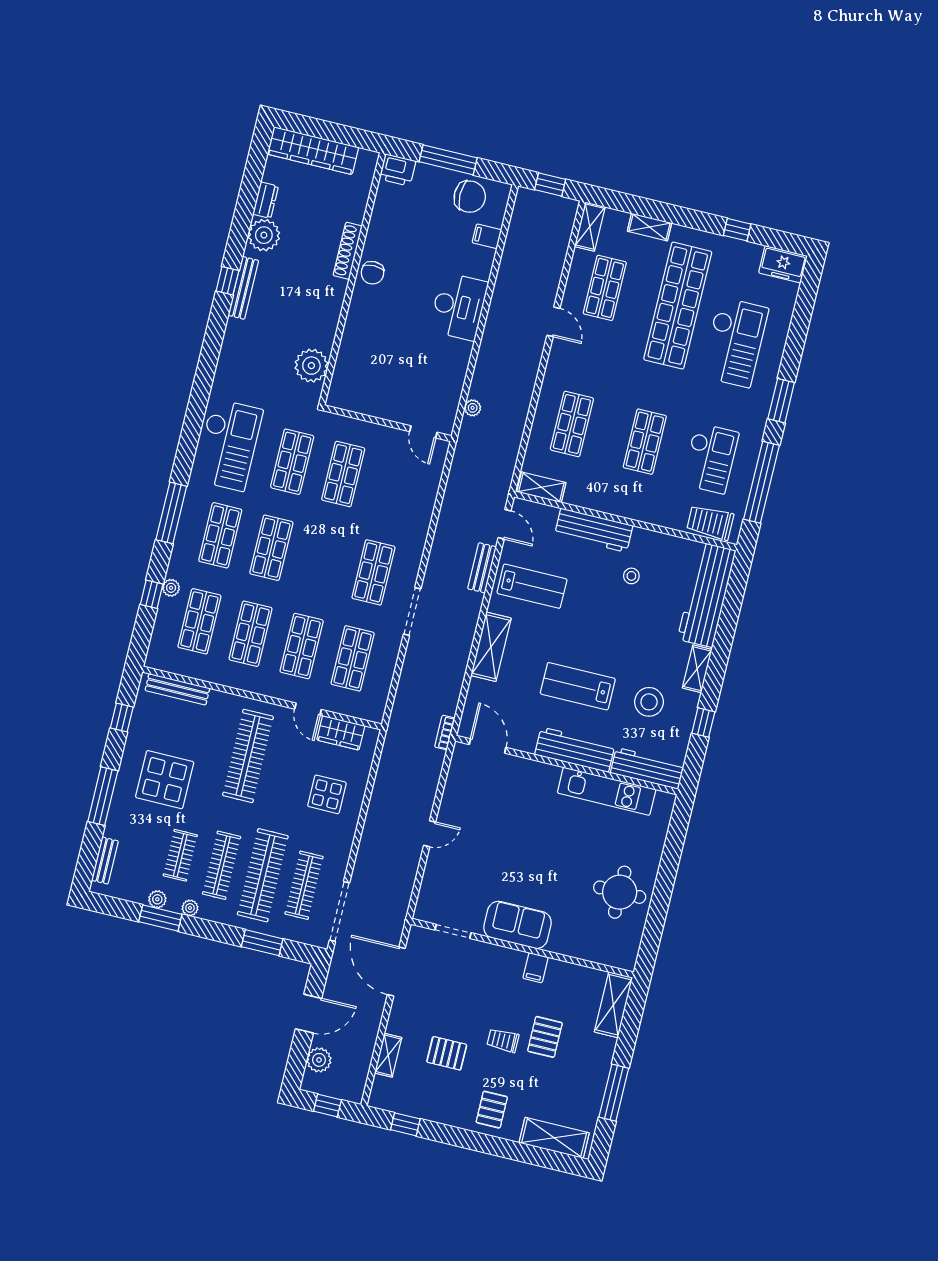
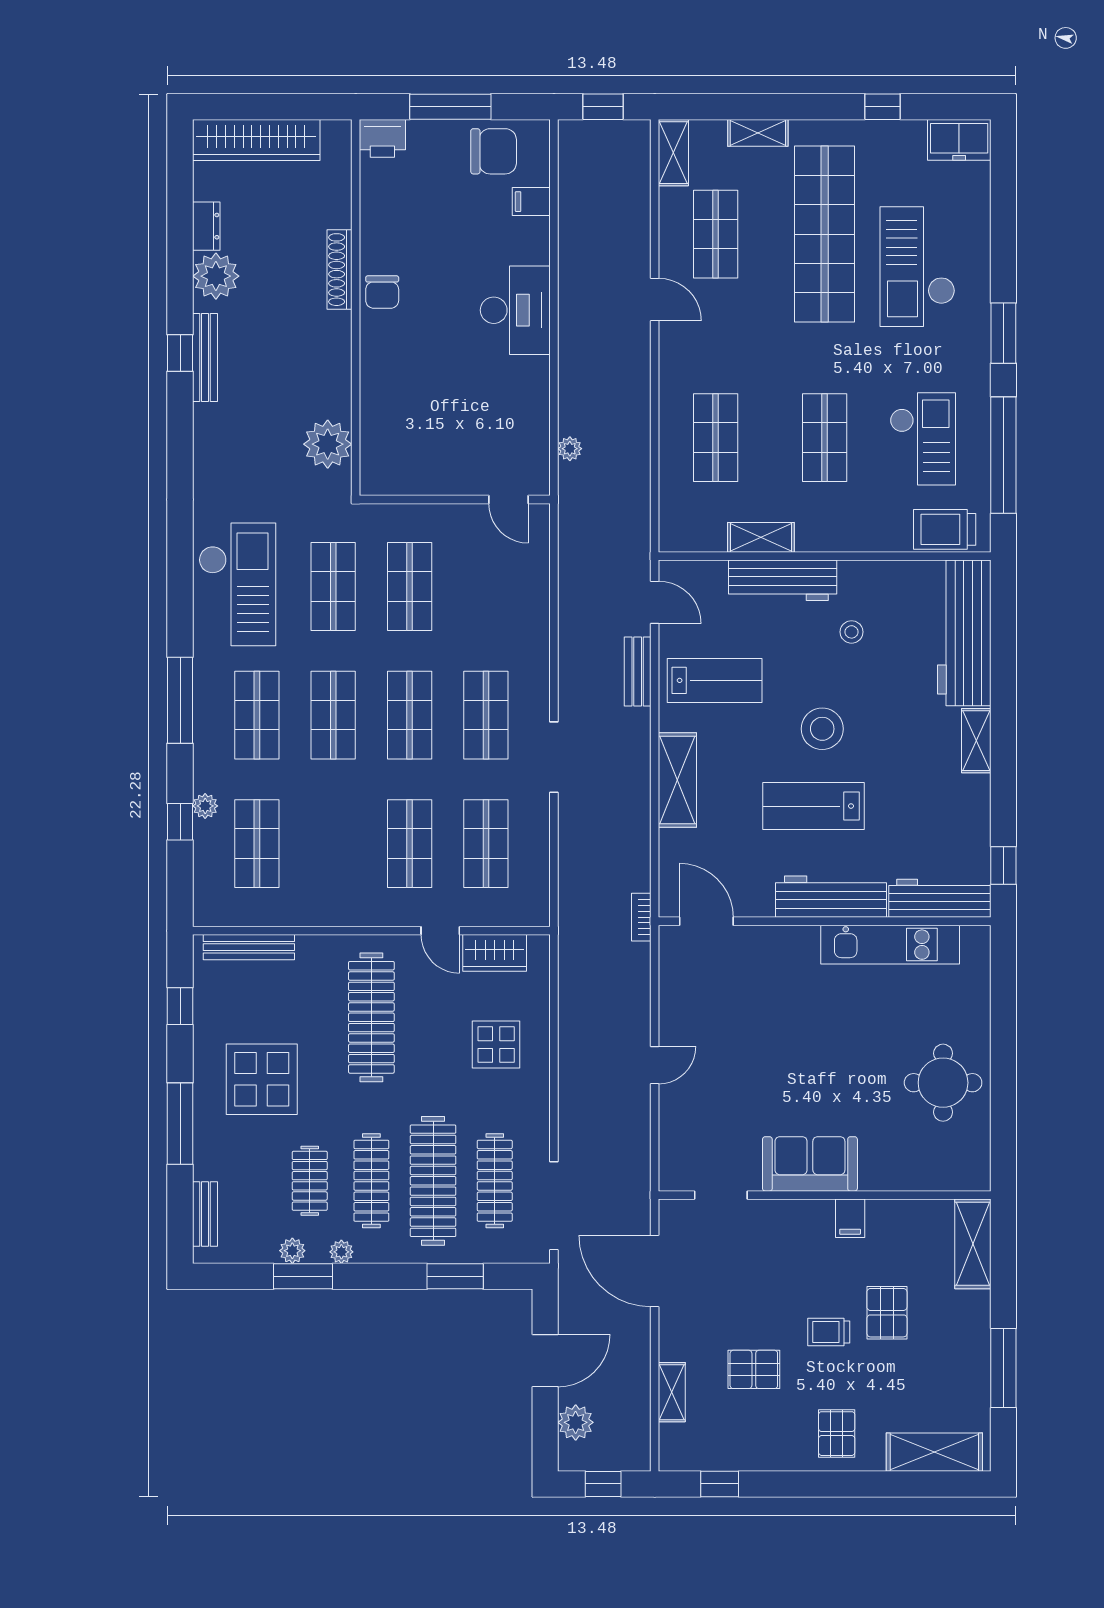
checkout: (735, 342) -> (917, 267), turned 180
shelving: (541, 487) -> (761, 537), moved
shop shelf: (251, 634) -> (410, 715), moved
stool: (649, 702) -> (822, 729), moved
window: (703, 723) -> (1003, 865), moved

